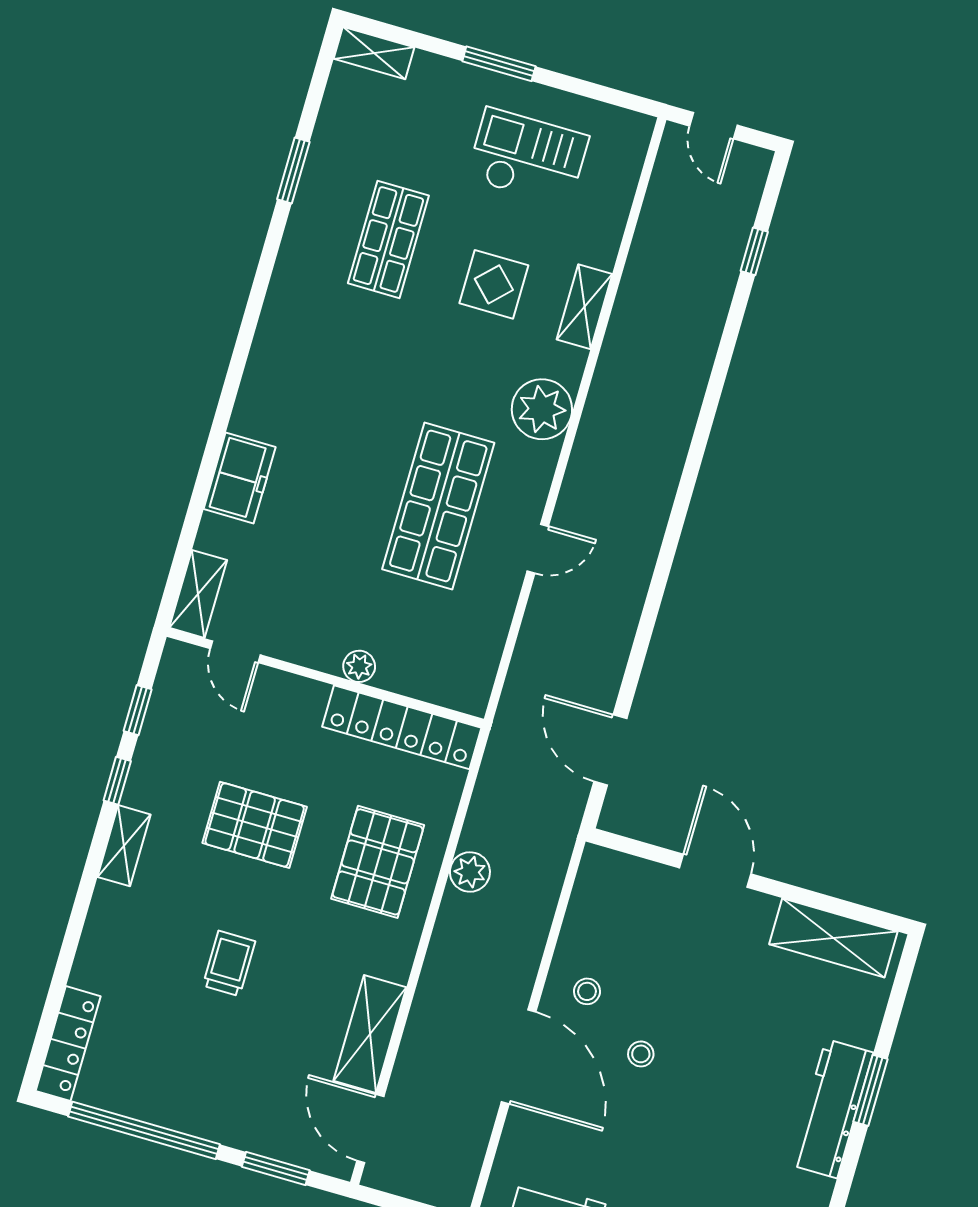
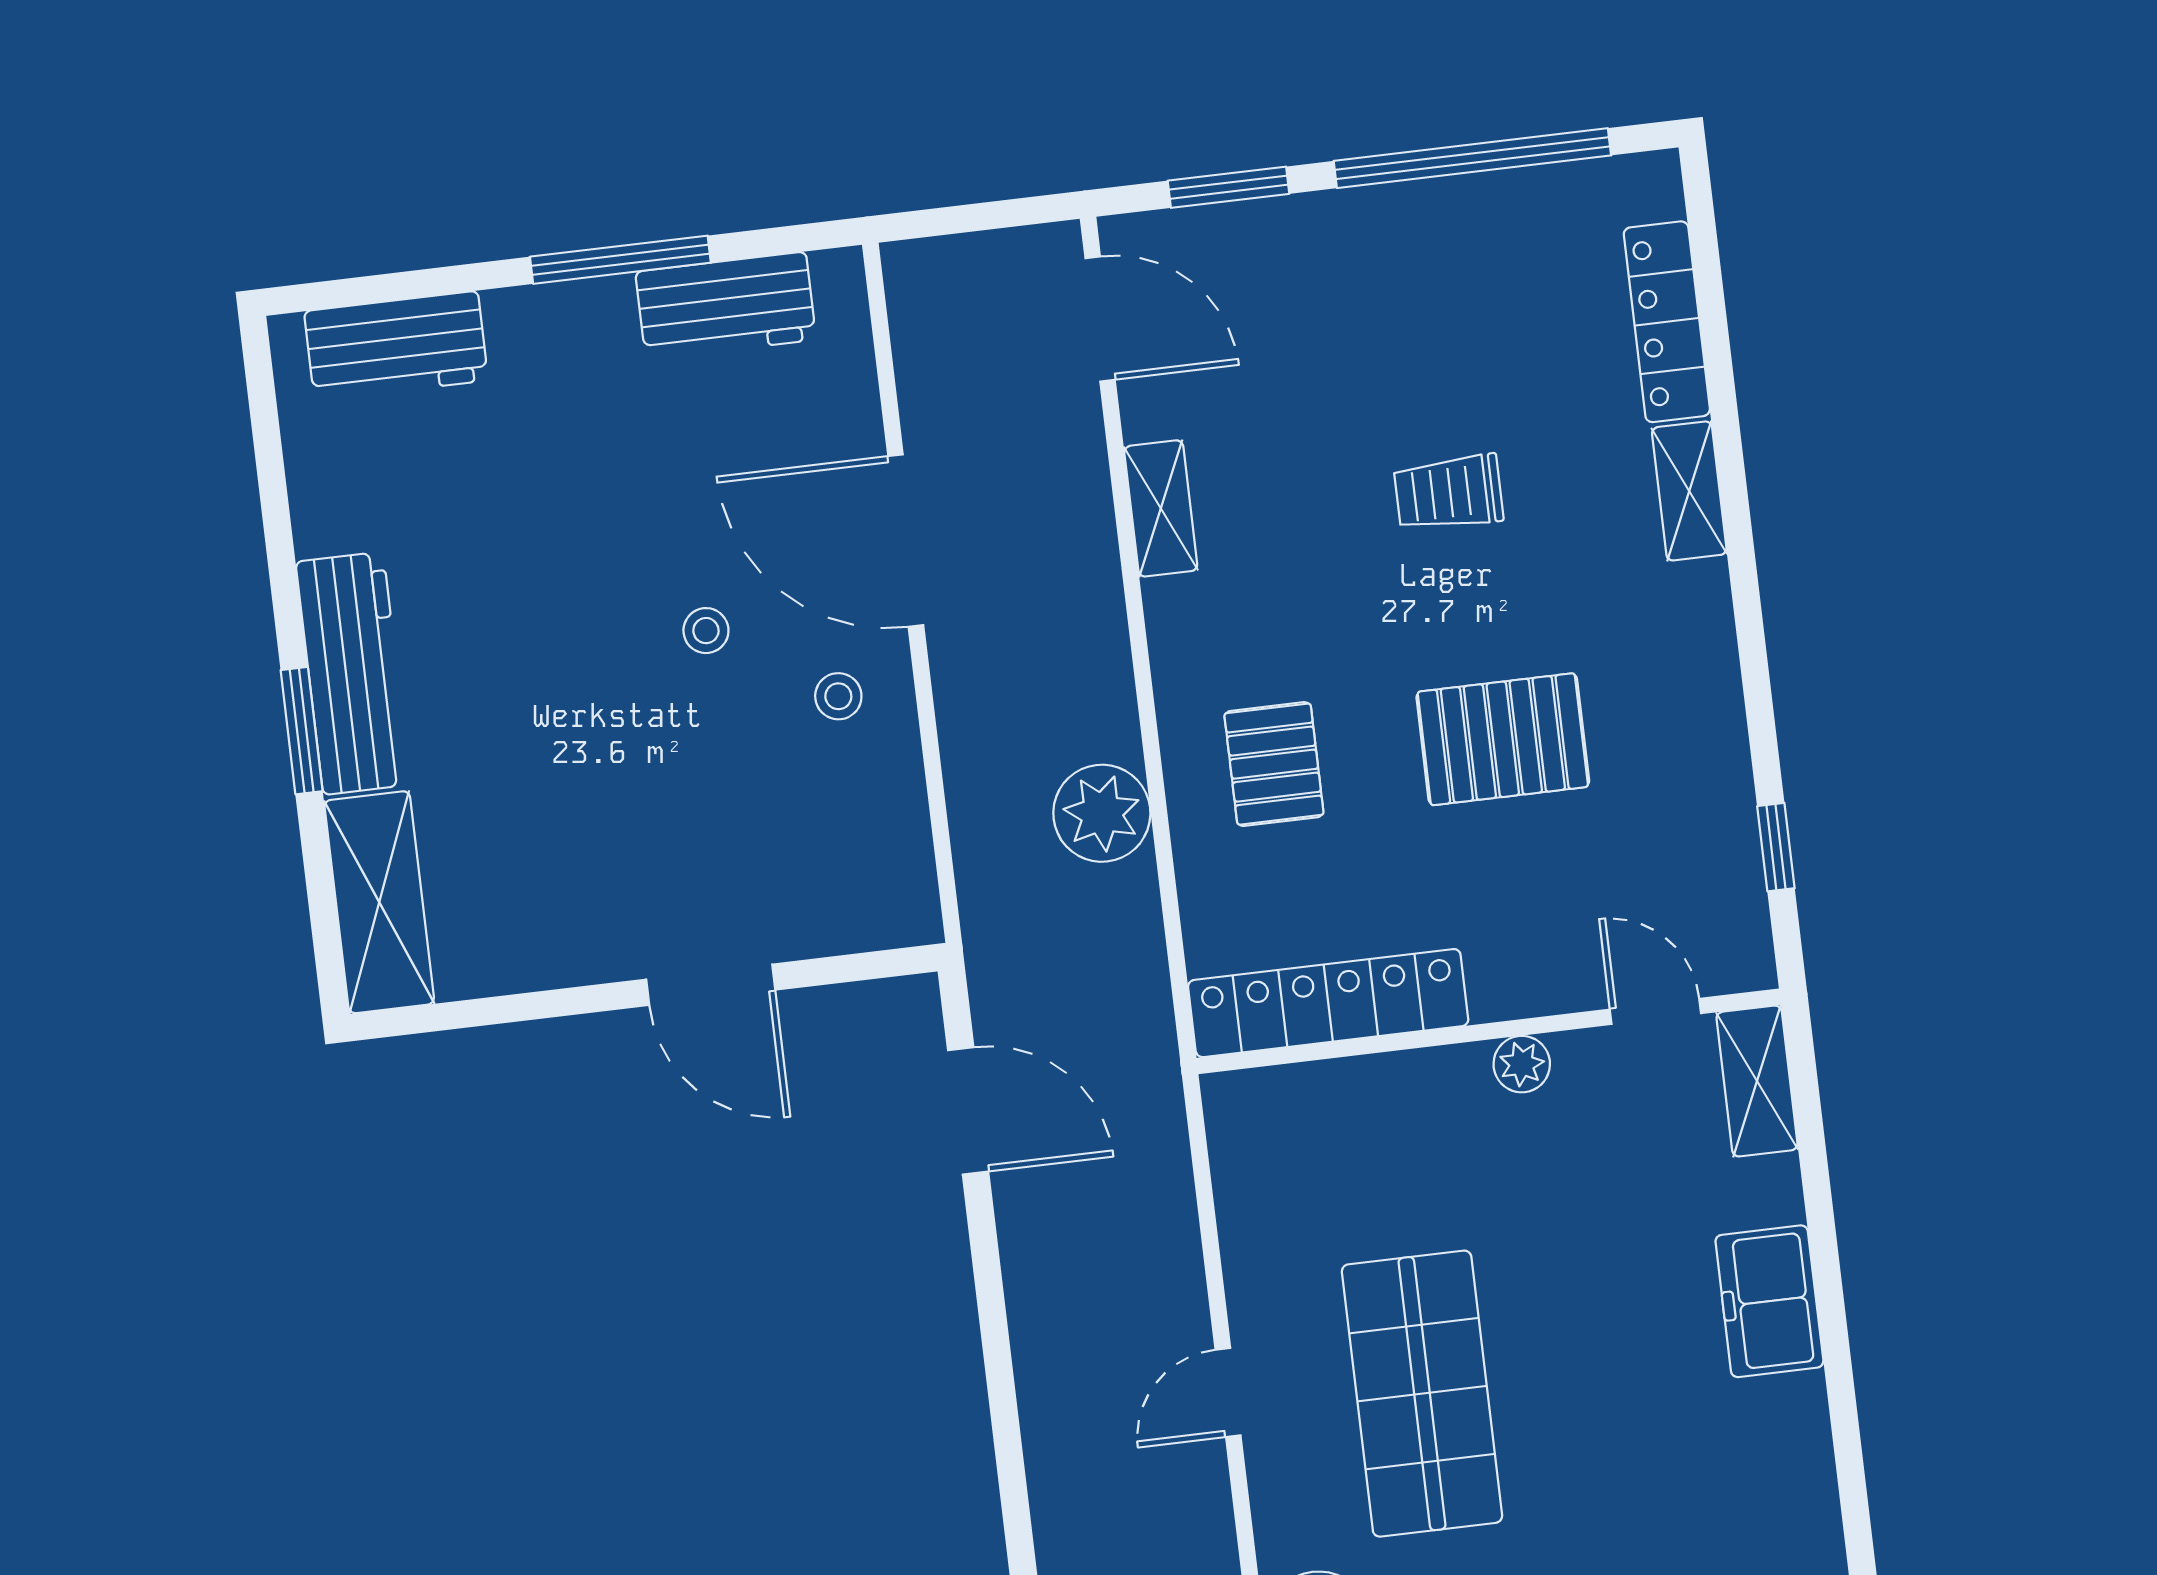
plant: (359, 666) -> (1522, 1064), moved
window: (117, 781) -> (1760, 716), removed
shelving: (124, 846) -> (1689, 491), moved
pallet: (378, 862) -> (1274, 764), width x0.67, depth x0.71
plant: (470, 872) -> (1102, 813), width x1.36, depth x1.36
shelving: (833, 938) -> (379, 902), moved, turned 90
trolley: (229, 963) -> (1449, 493), turned 90
shelving: (370, 1034) -> (1161, 508), width x0.67, depth x0.75
locker: (68, 1044) -> (1667, 322), moved

